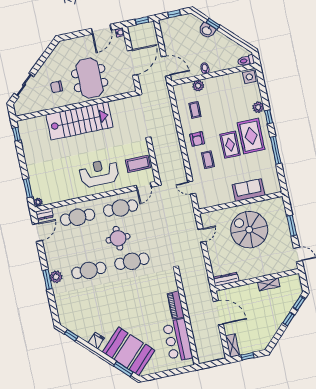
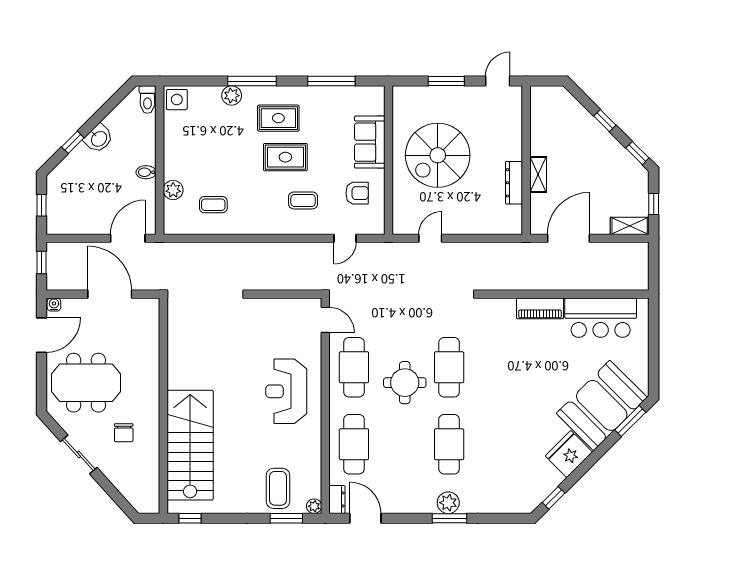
door: (101, 29) -> (42, 335), hinge flipped
washbasin: (207, 31) -> (99, 138), moved
meeting table: (90, 78) -> (86, 383), moved
sliding door: (24, 85) -> (79, 454), moved
window: (269, 117) -> (252, 81), width x2.17
stairs: (79, 121) -> (190, 445), moved
rug: (251, 136) -> (278, 118), width x0.73, depth x0.70
armchair: (197, 139) -> (357, 193), moved
window: (276, 150) -> (331, 81), moved
coffee table: (138, 164) -> (278, 488), moved
door: (202, 235) -> (430, 238), hinge flipped
dresser: (226, 279) -> (514, 183), moved
shelving: (269, 284) -> (538, 174), moved
window: (299, 303) -> (637, 153), moved
fridge: (96, 341) -> (569, 454), width x1.88, depth x1.34

